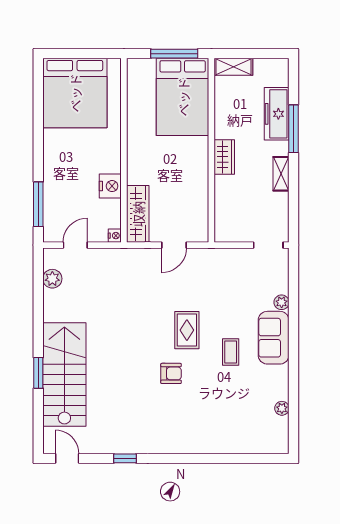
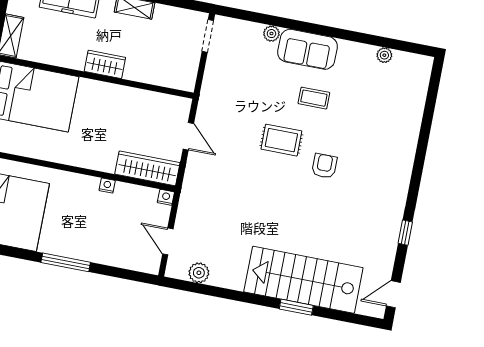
nightstand: (110, 186) -> (107, 185), width x0.53, depth x0.56
window: (38, 204) -> (66, 262), moved

